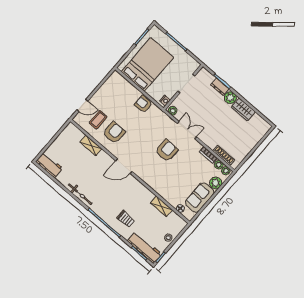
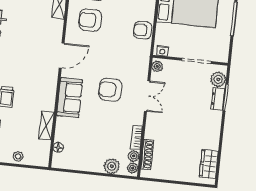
plant: (230, 98) -> (218, 79), moved
armchair: (143, 104) -> (143, 30), turned -90
wardrobe: (243, 109) -> (209, 164), moved
armchair: (114, 133) -> (90, 20), turned 180
armchair: (167, 150) -> (110, 90), turned 180
door: (124, 166) -> (62, 55), swing flipped
sofa: (200, 197) -> (70, 98), moved, turned 90

